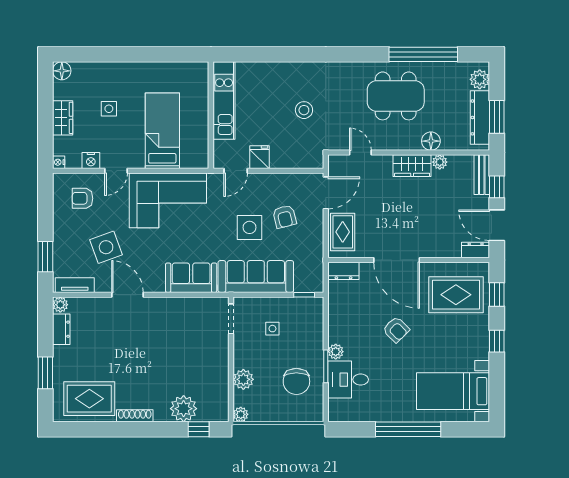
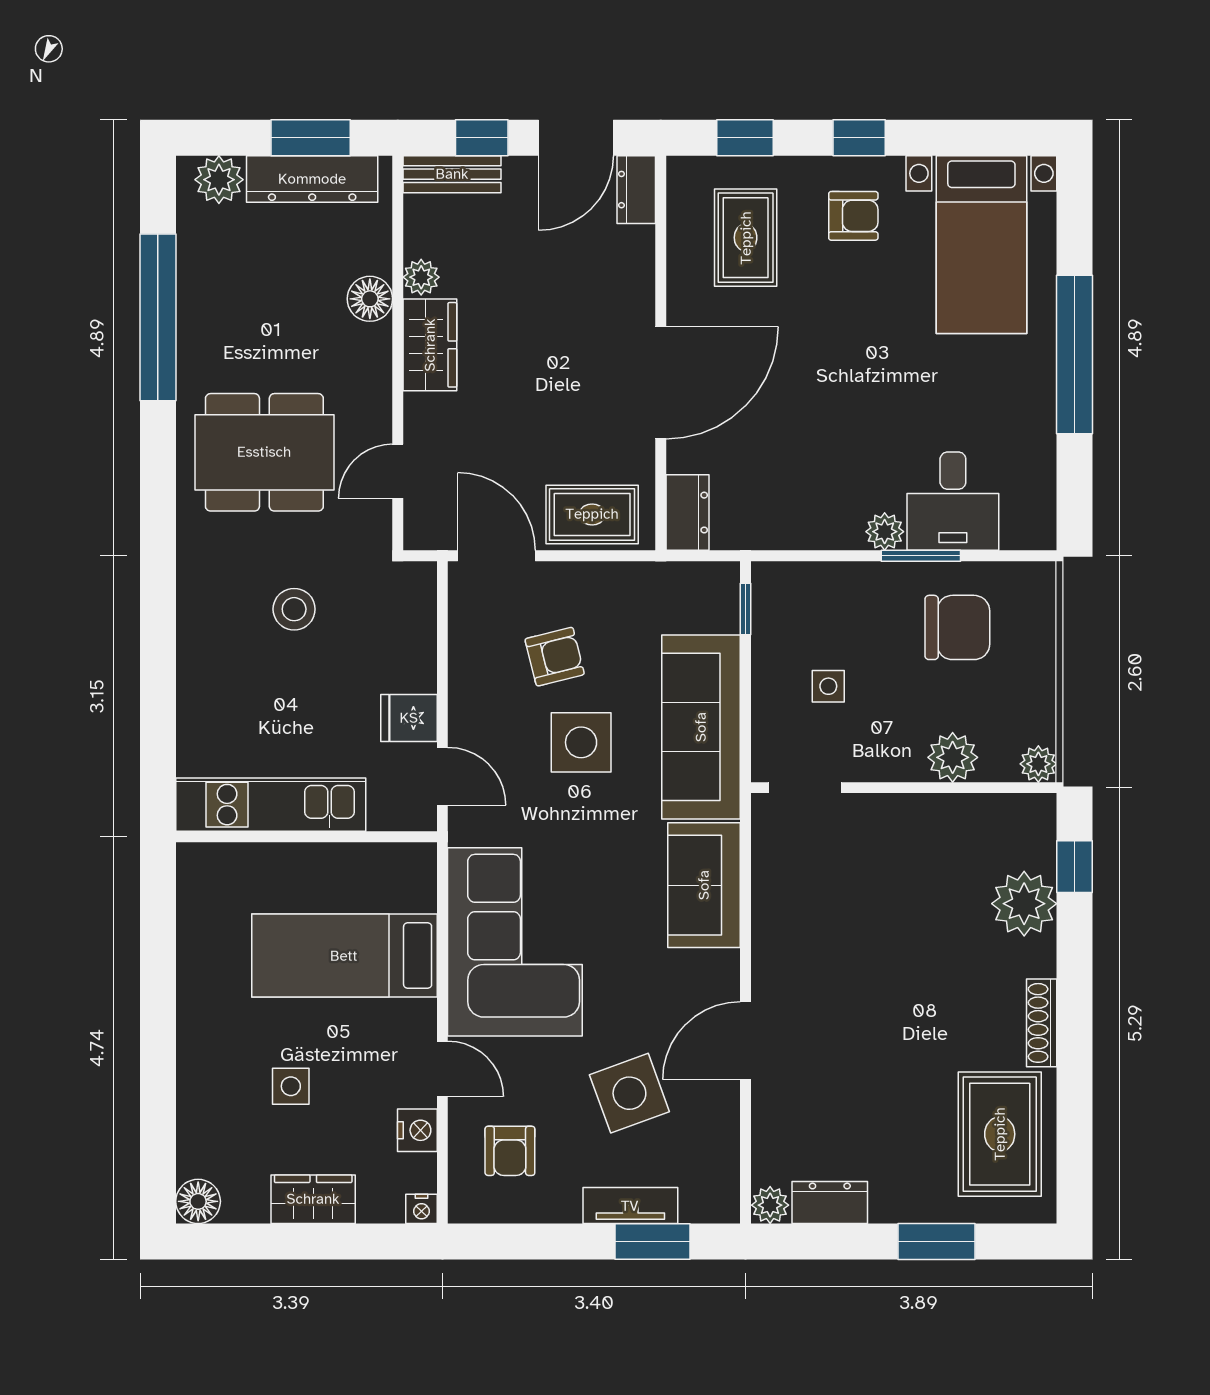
dining table: (396, 96) -> (264, 452), moved, turned 90
tv unit: (75, 285) -> (630, 1206), moved, turned 90
rug: (456, 295) -> (746, 238), width x0.73, depth x0.70
armchair: (396, 330) -> (853, 216), moved, turned 45

